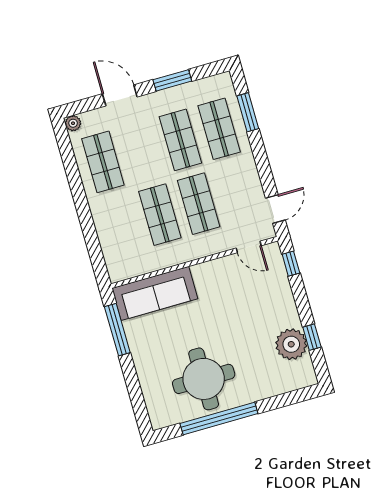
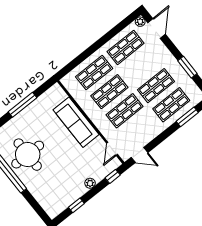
door: (120, 95) -> (156, 28), moved
shop shelf: (121, 226) -> (94, 73), added
sofa: (155, 293) -> (76, 122), moved
window: (117, 330) -> (22, 105), moved
plant: (291, 344) -> (90, 183), moved, width x0.53, depth x0.53

